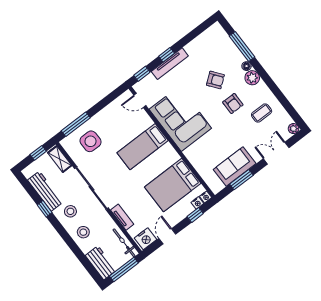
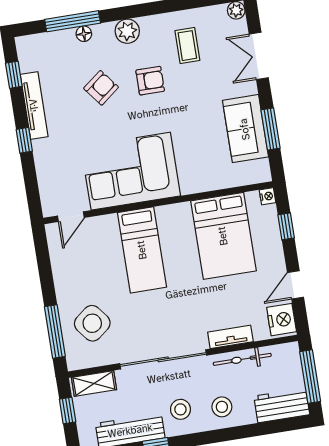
tv unit: (170, 64) -> (34, 105), moved
floor lamp: (247, 66) -> (84, 34), moved
window: (142, 74) -> (14, 75), moved
side table: (90, 141) -> (92, 323), turned -38
nightstand: (197, 203) -> (270, 213), removed
door: (167, 236) -> (295, 285), hinge flipped
bicycle: (124, 243) -> (242, 359), moved

